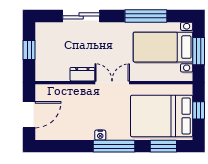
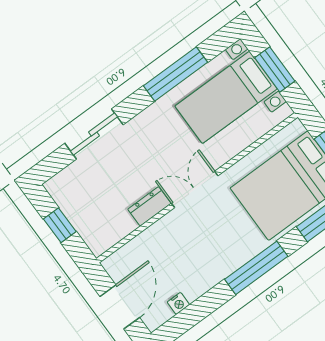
nightstand: (100, 135) -> (178, 303), moved

